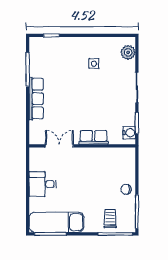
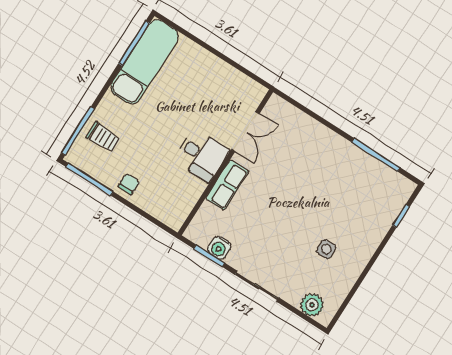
row of seats: (36, 99) -> (329, 141), removed
water cooler: (129, 133) -> (219, 248), moved
desk: (43, 184) -> (202, 155), moved, turned 90

